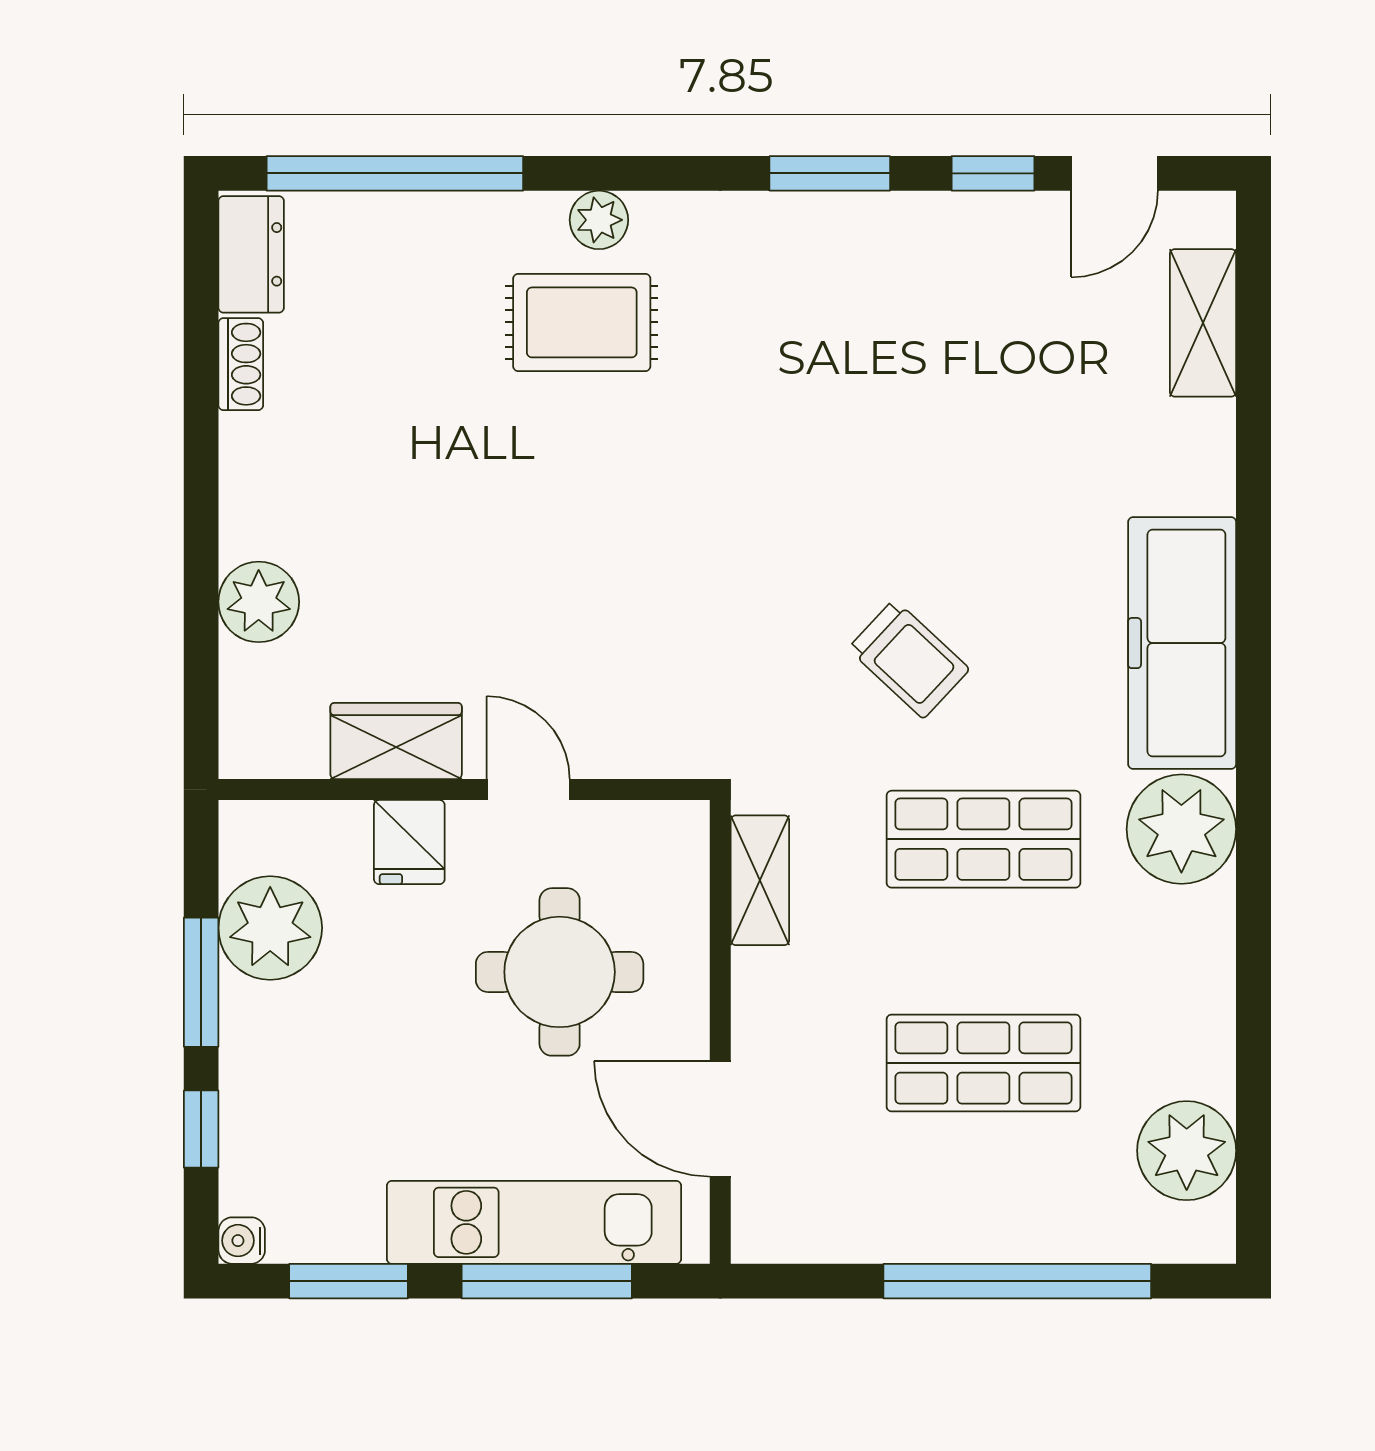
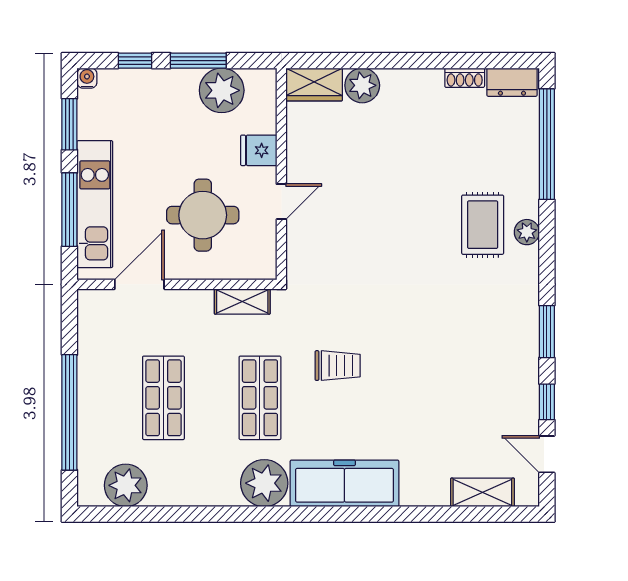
trolley: (909, 659) -> (338, 366), turned -133
wardrobe: (396, 741) -> (314, 84), moved, turned 90

